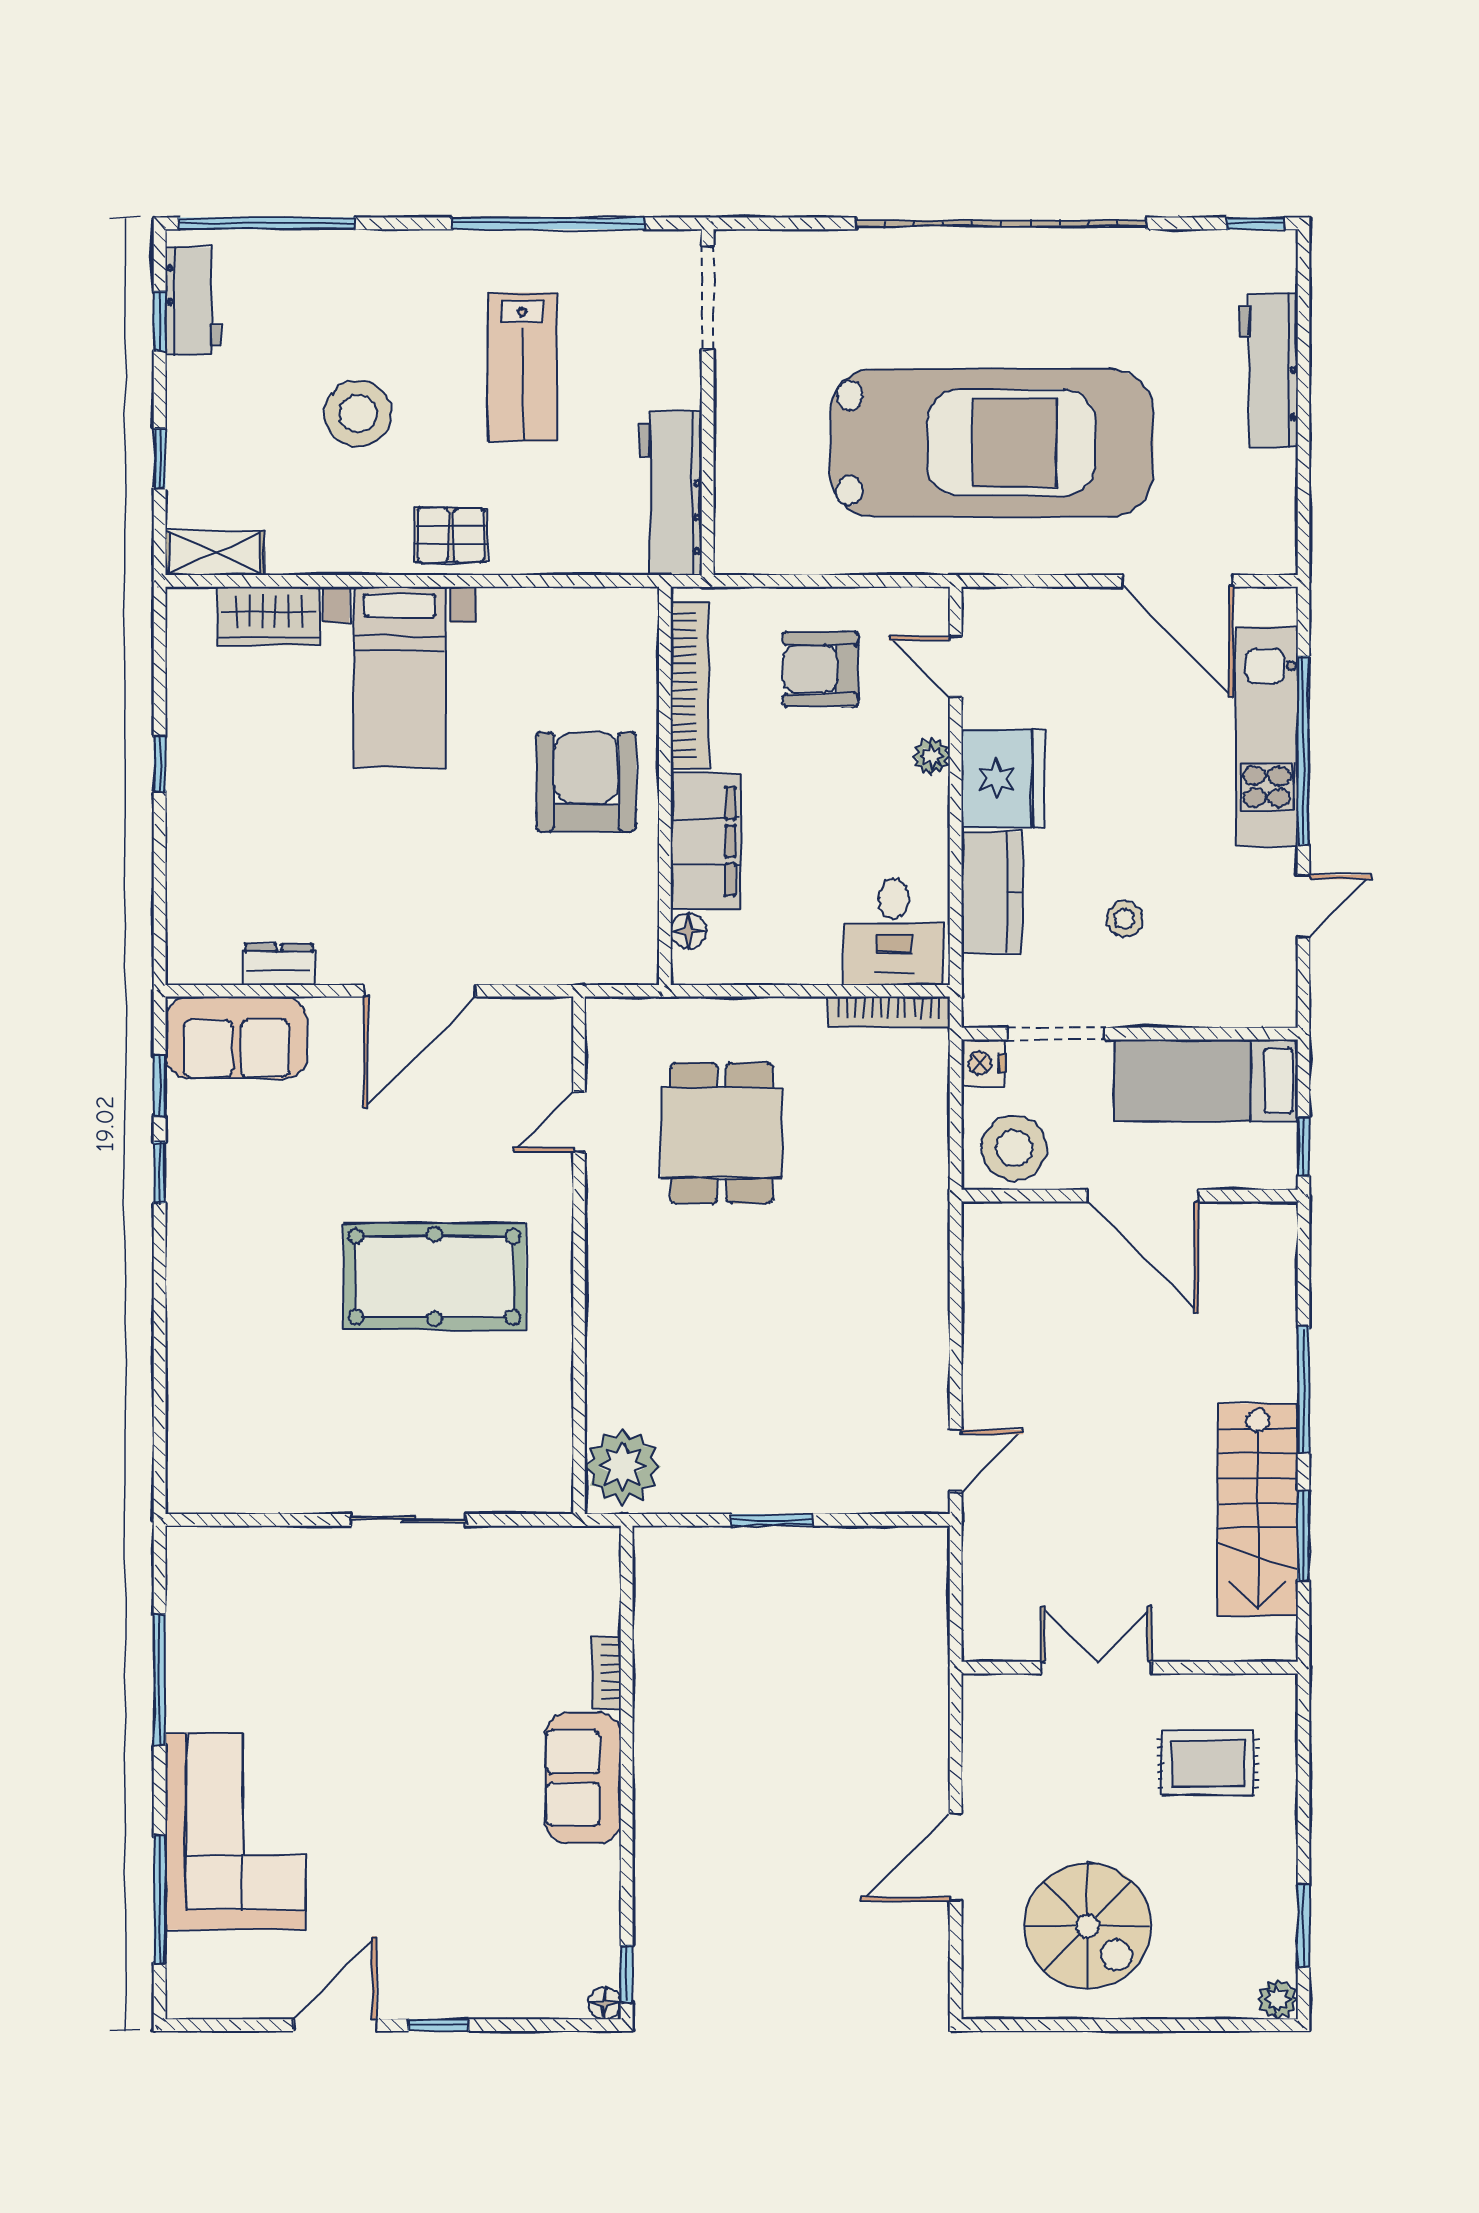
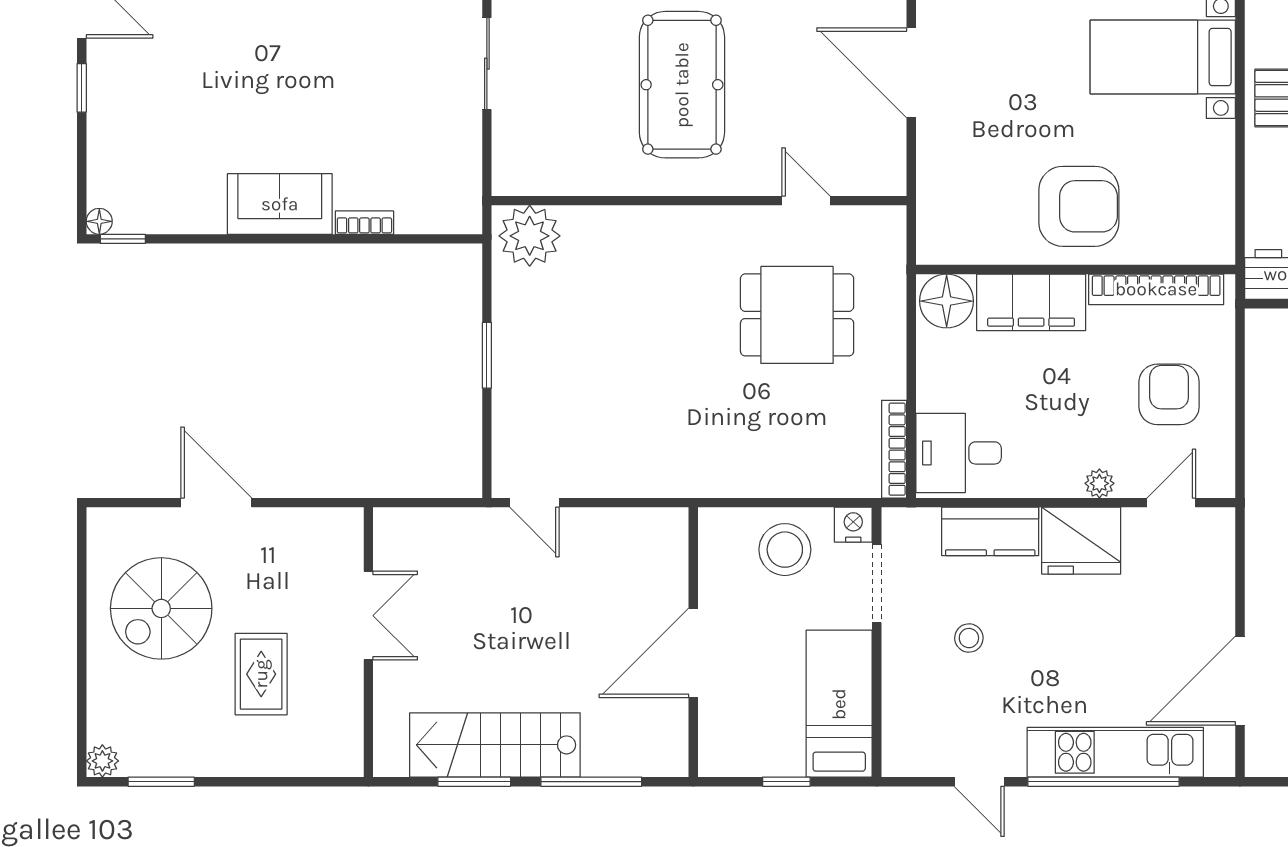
floor lamp: (688, 931) -> (947, 301), width x1.89, depth x1.89
wall: (1130, 1196) -> (693, 642), moved
door: (1143, 1196) -> (693, 653), moved
rug: (1208, 1763) -> (261, 674), moved

